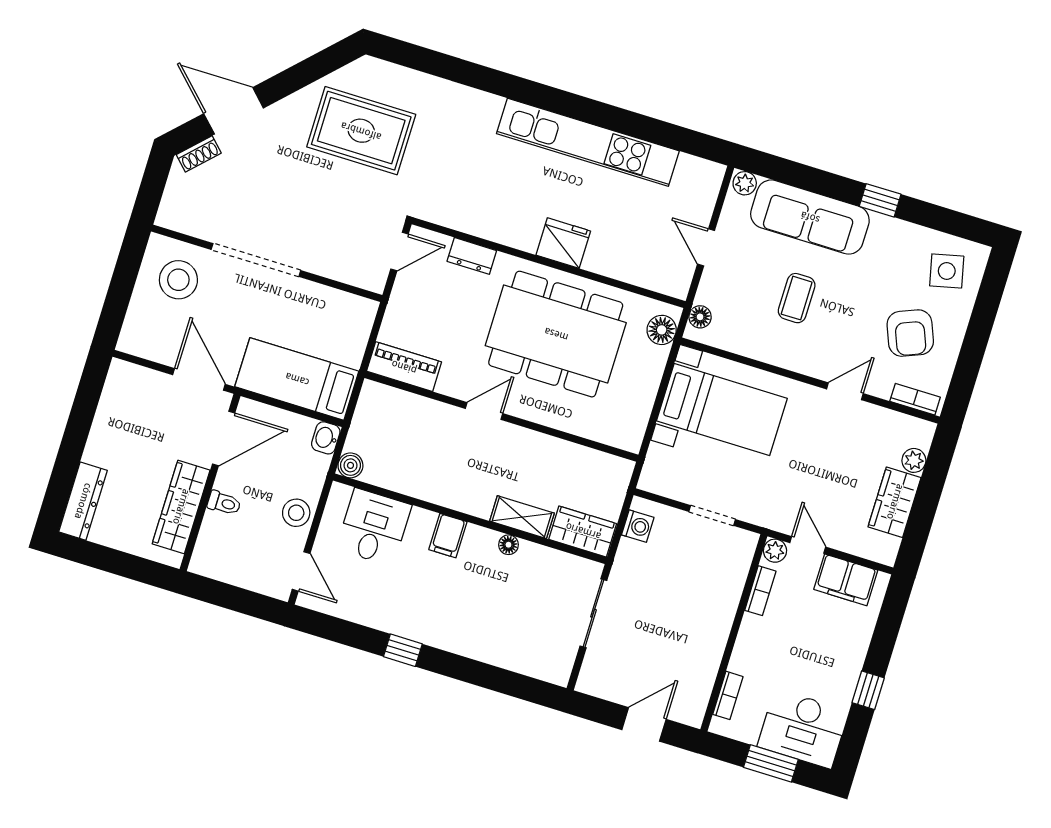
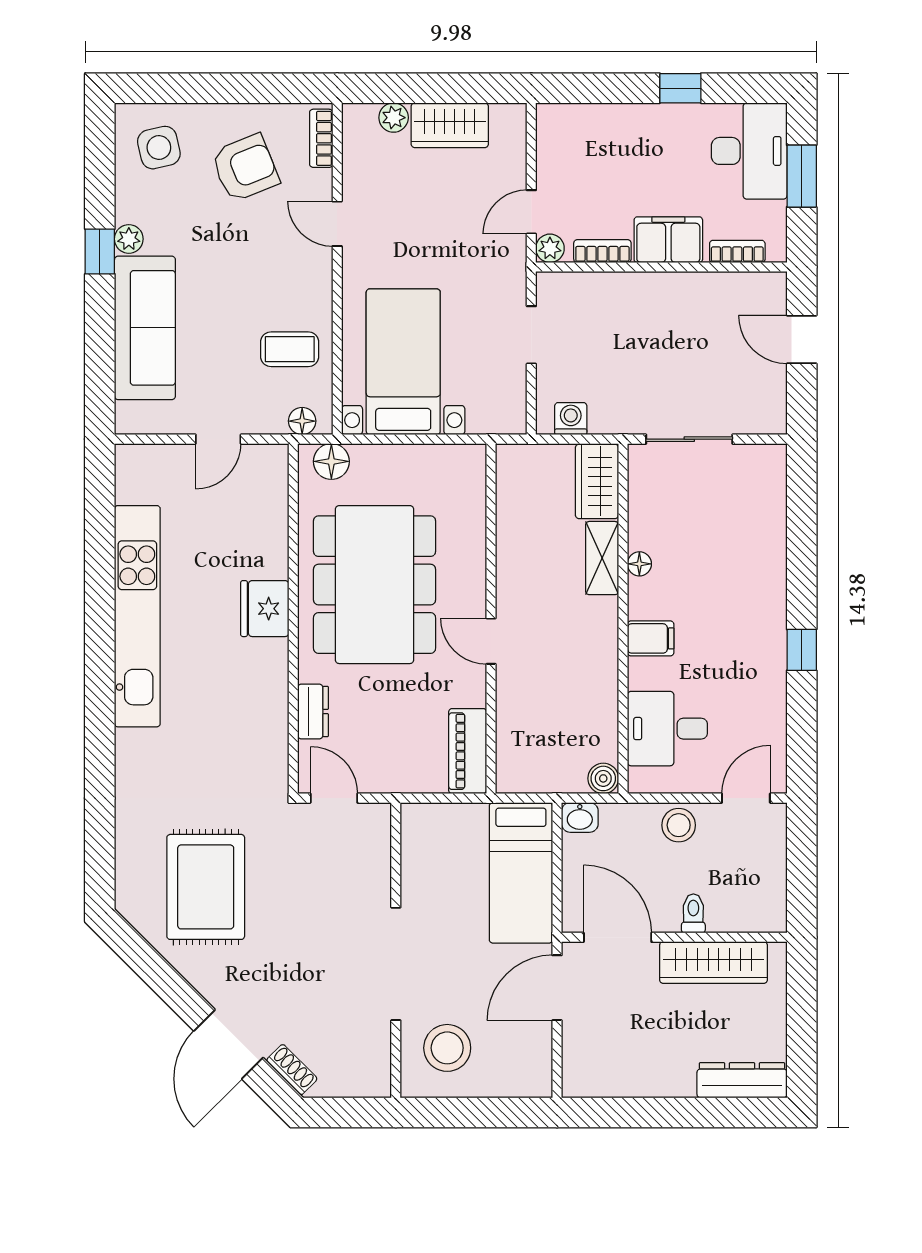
plant: (745, 183) -> (129, 239), moved
coffee table: (797, 298) -> (290, 349), moved
filing cabinet: (846, 580) -> (668, 240), moved, turned -90

